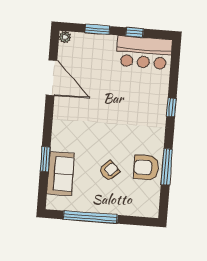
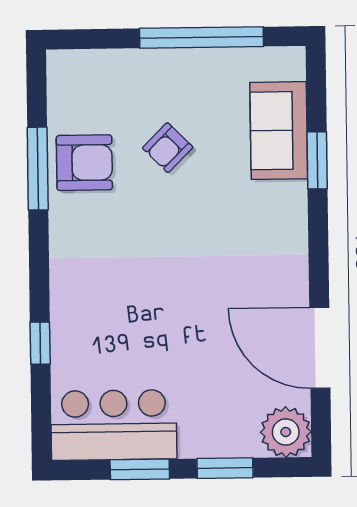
window: (135, 32) -> (140, 469), width x1.50
plant: (65, 37) -> (286, 432), width x1.88, depth x1.88
window: (171, 108) -> (40, 343), moved

